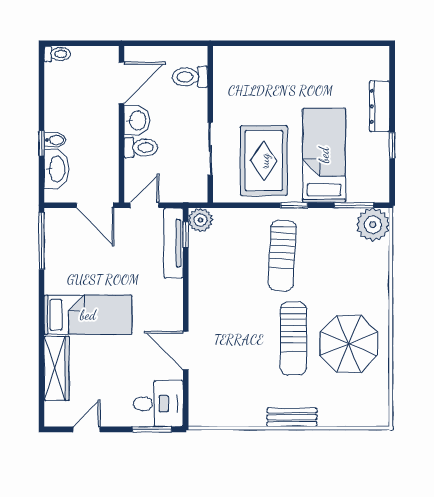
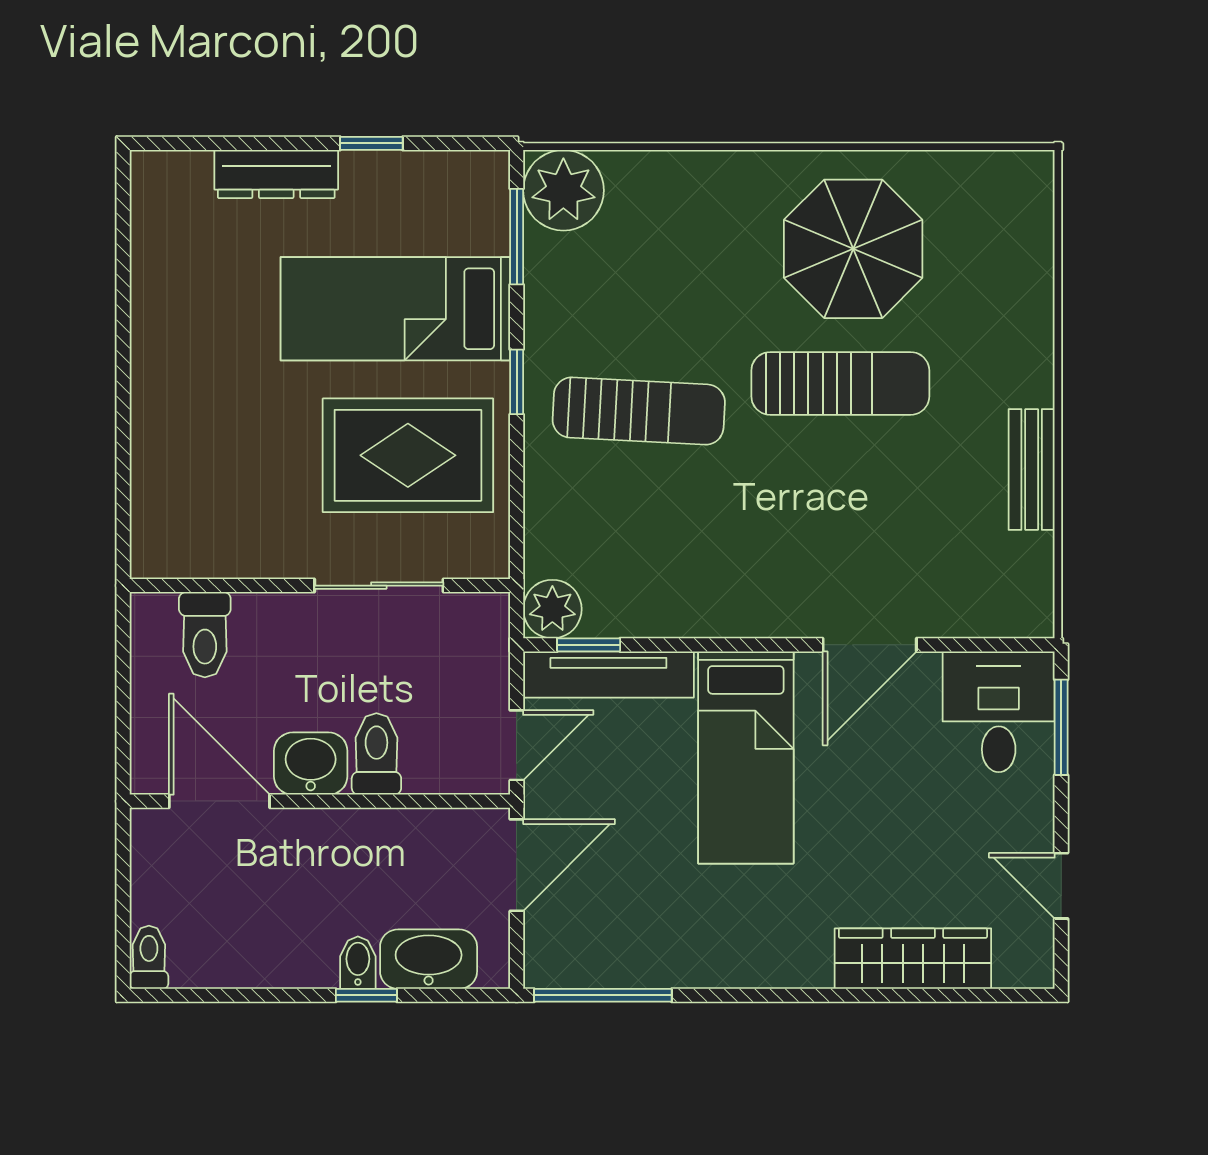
door: (144, 205) -> (517, 745), swing flipped
bed: (88, 315) -> (746, 757), moved, turned 180
bench: (292, 417) -> (1032, 469), moved

